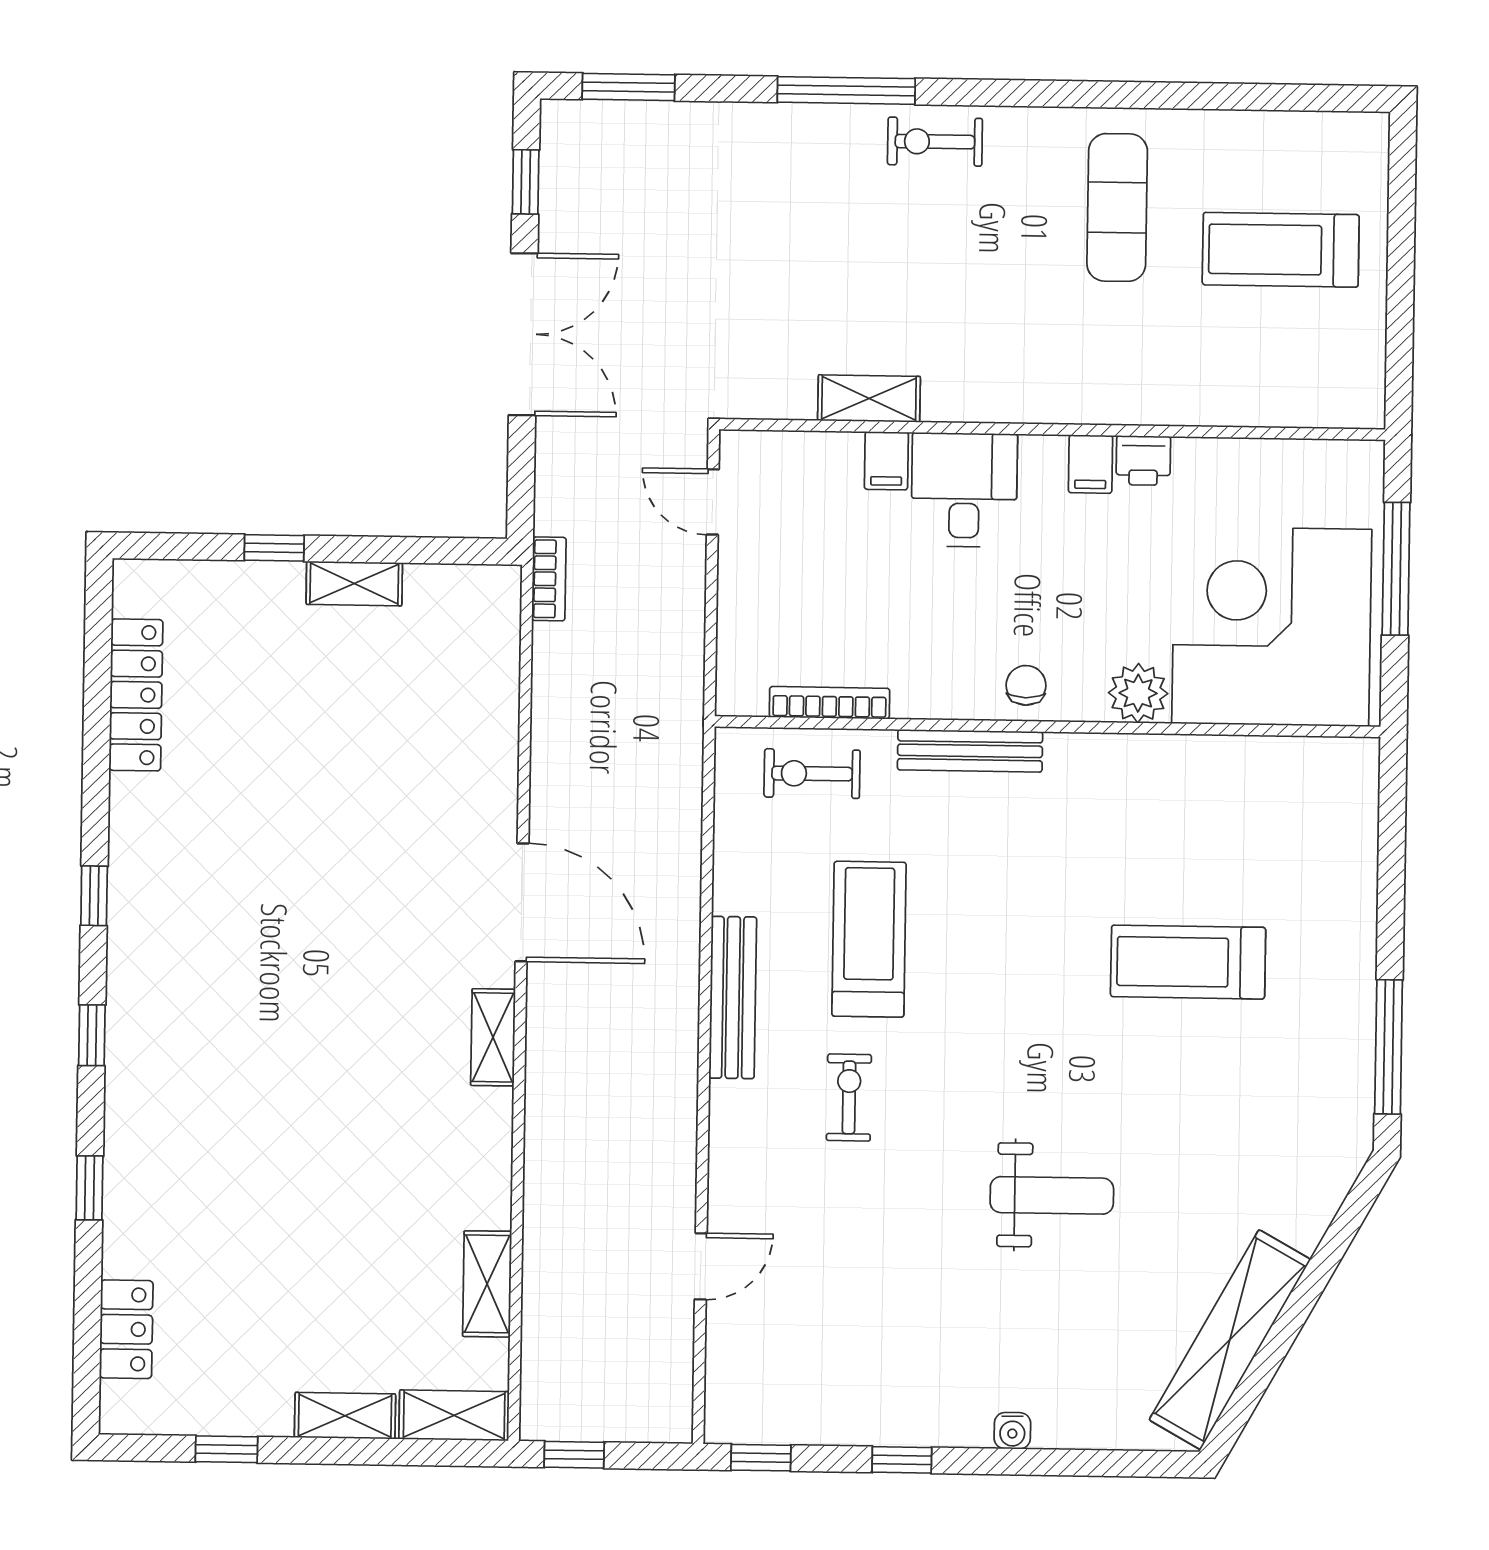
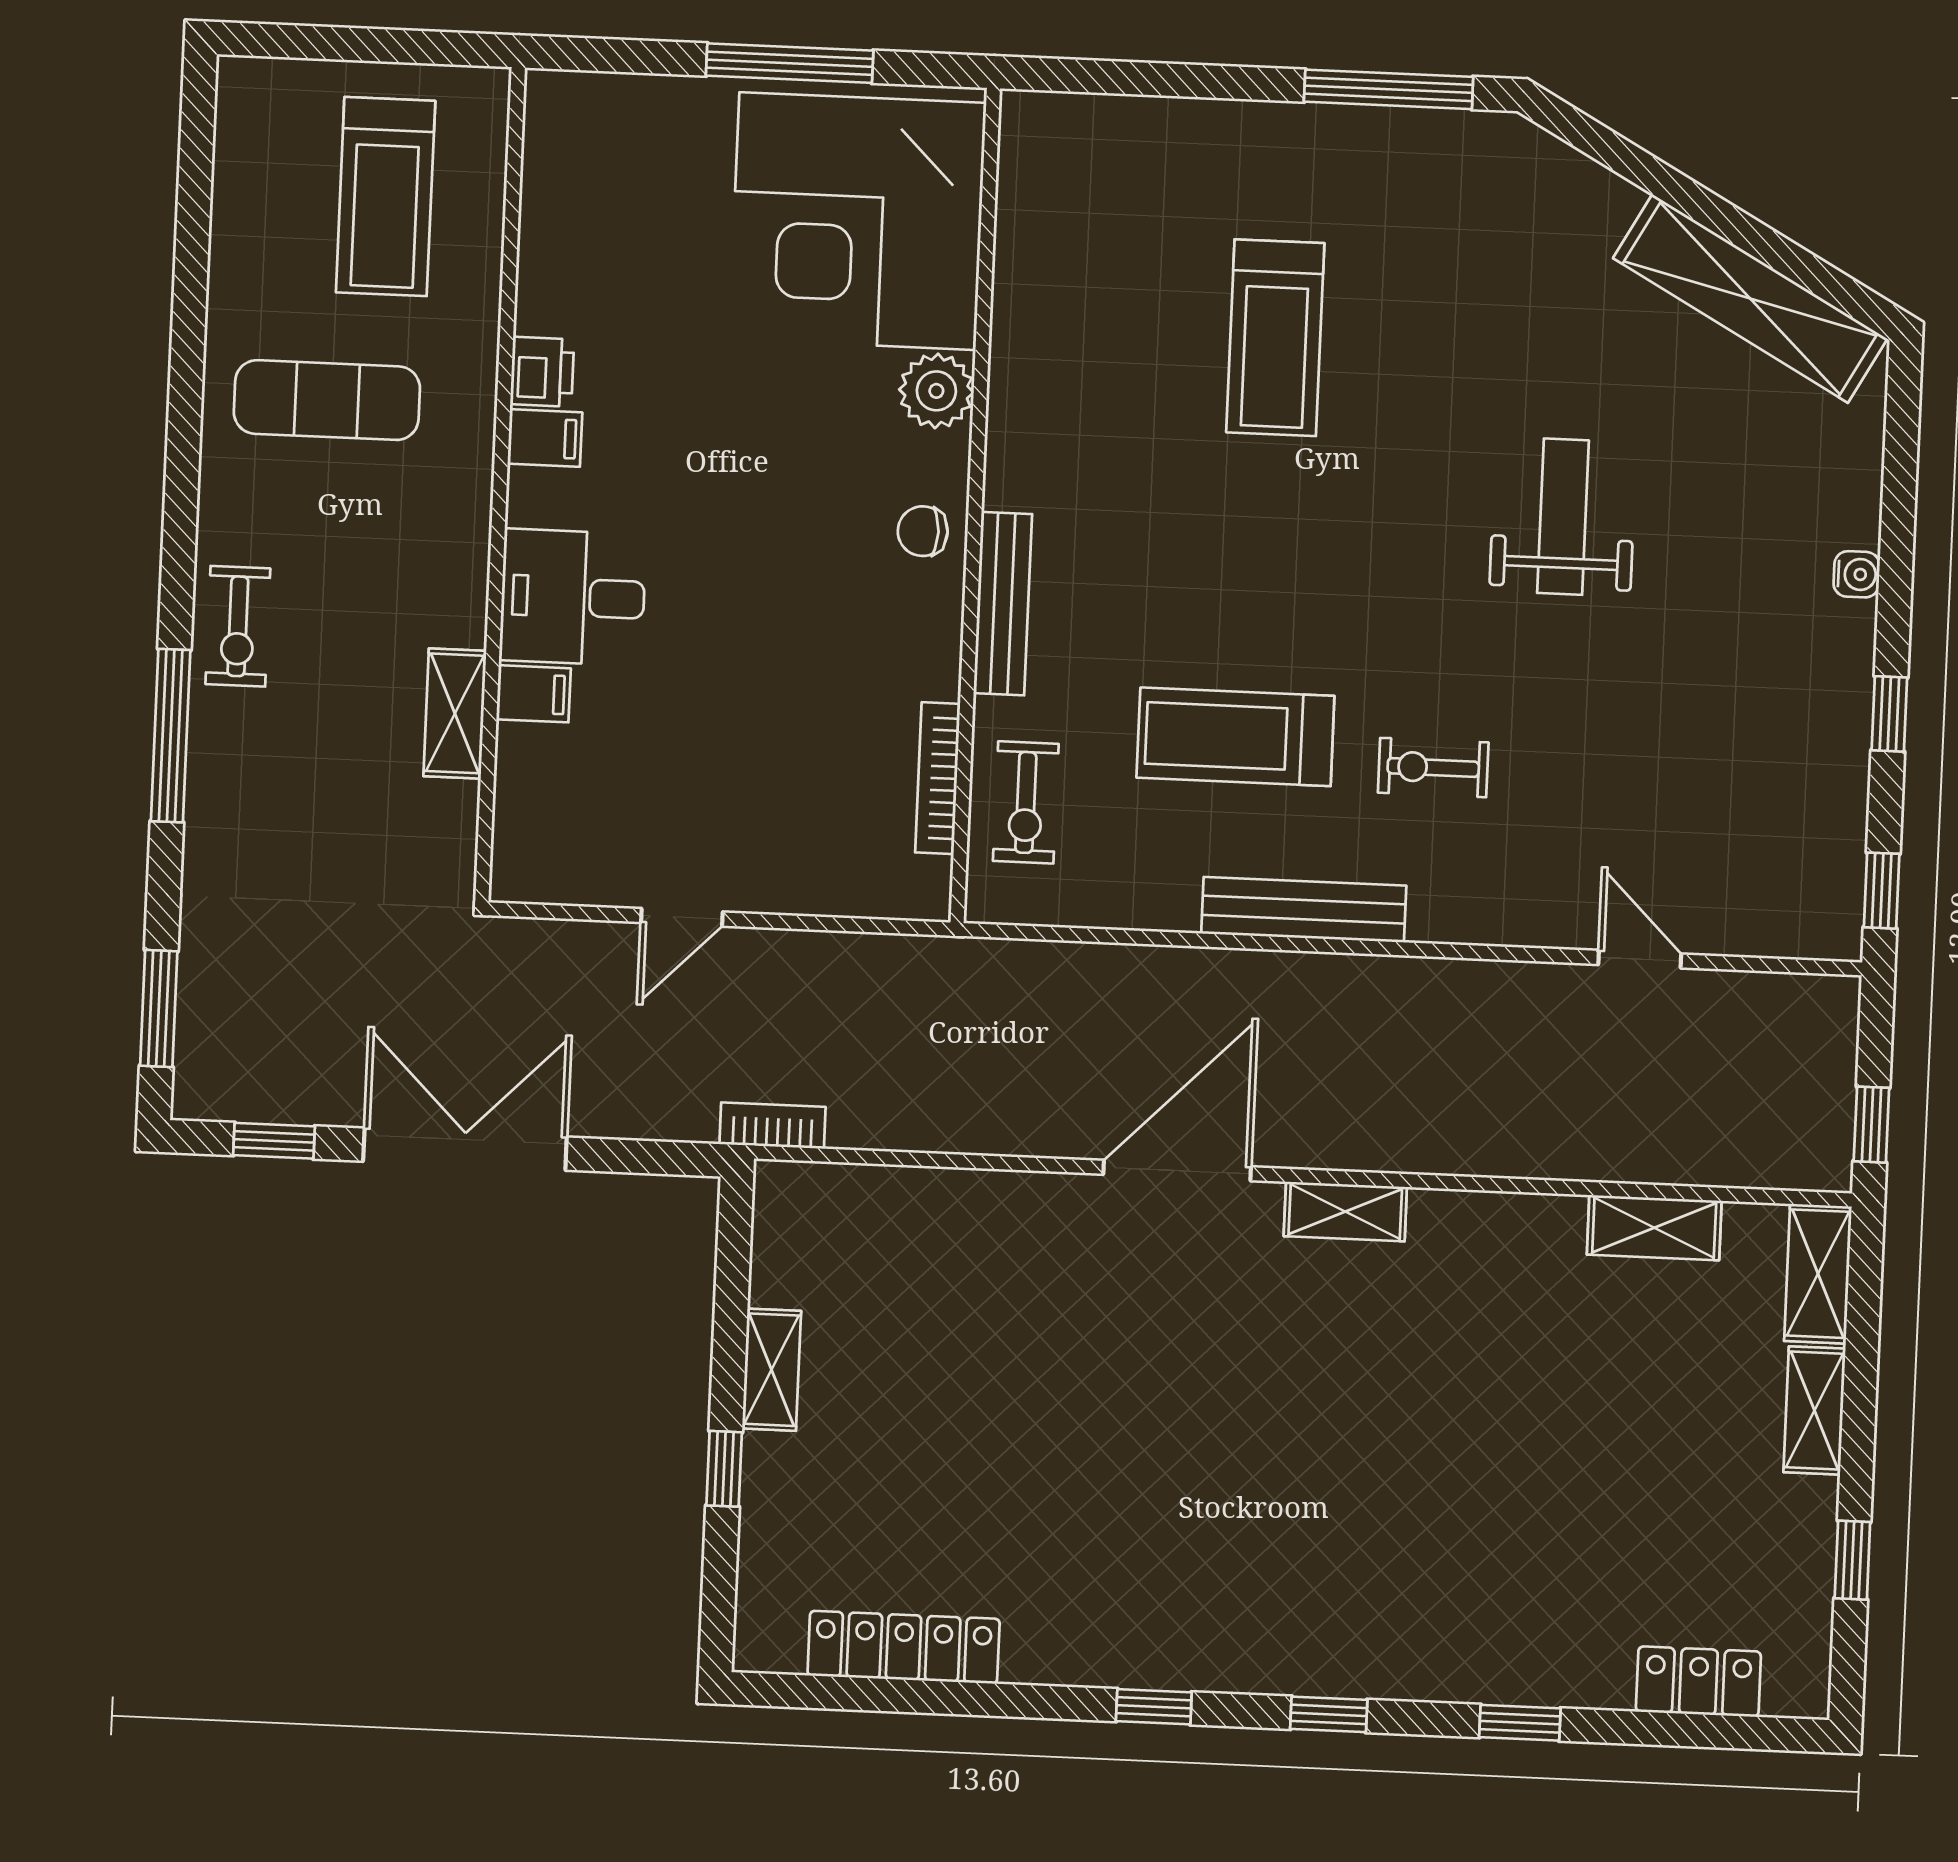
shelving: (869, 398) -> (455, 713), moved
wall: (1052, 429) -> (500, 485), moved
printer: (1143, 460) -> (542, 372), moved
filing cabinet: (886, 461) -> (534, 694), moved
filing cabinet: (1091, 464) -> (545, 438), moved
desk: (964, 490) -> (573, 597), moved

